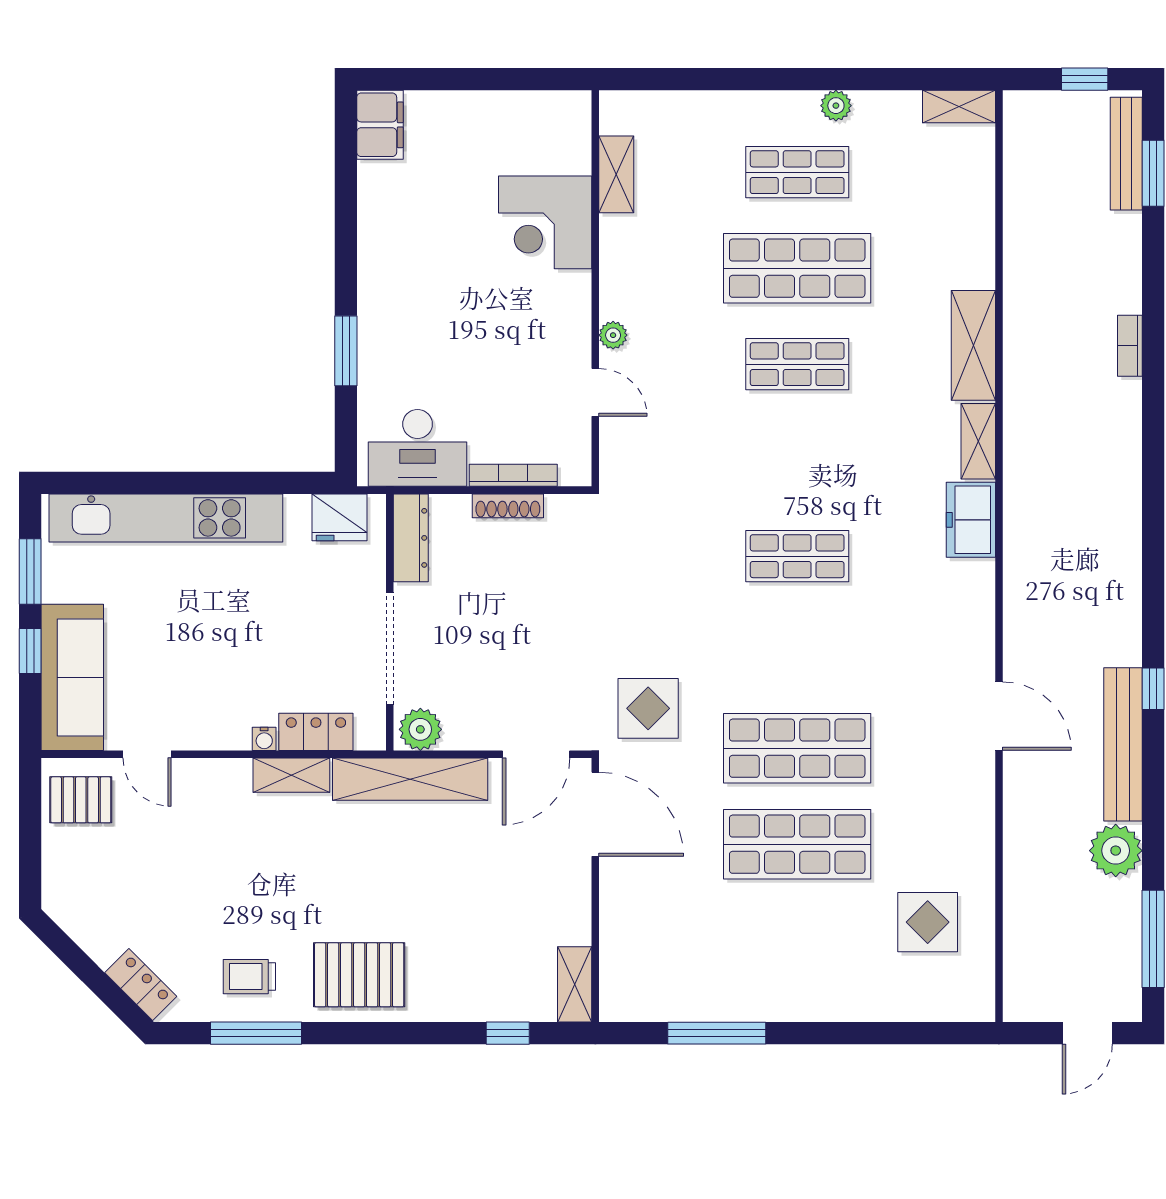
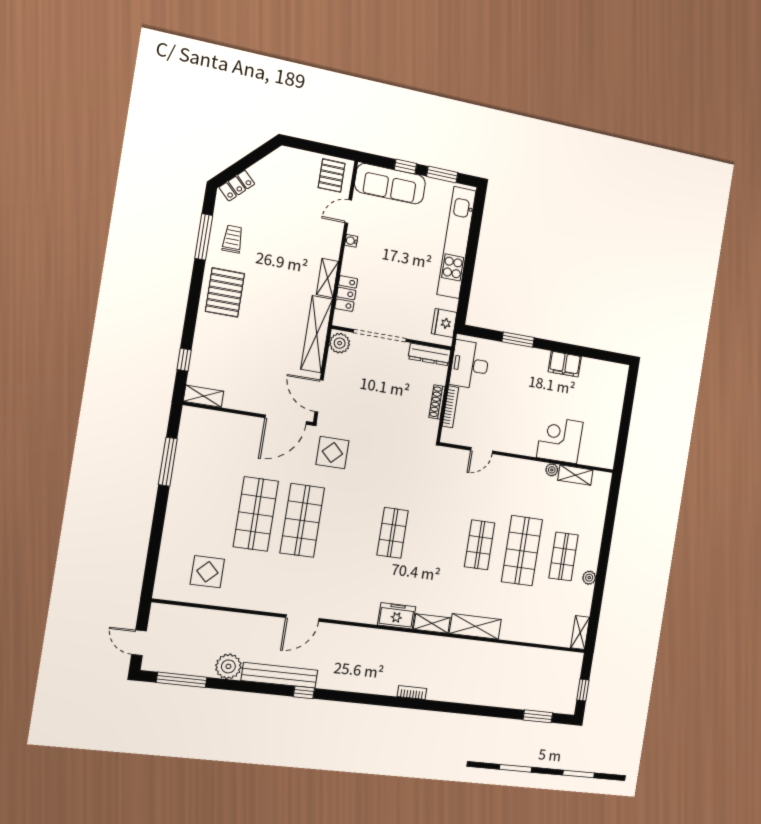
filing cabinet: (380, 125) -> (565, 364), moved
bench: (1126, 154) -> (548, 705), removed
plant: (613, 335) -> (552, 470), moved
bookcase: (1130, 346) -> (412, 693), moved
water cooler: (264, 739) -> (351, 241), moved

